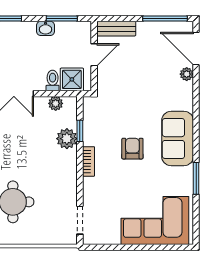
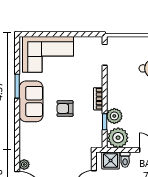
plant: (56, 103) -> (118, 138), width x1.88, depth x1.88
sofa: (178, 139) -> (31, 101), moved
armchair: (132, 149) -> (65, 108), turned 90

